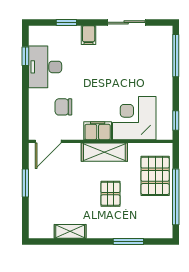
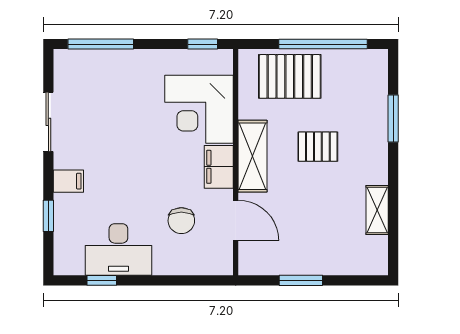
door: (48, 141) -> (236, 220), moved

